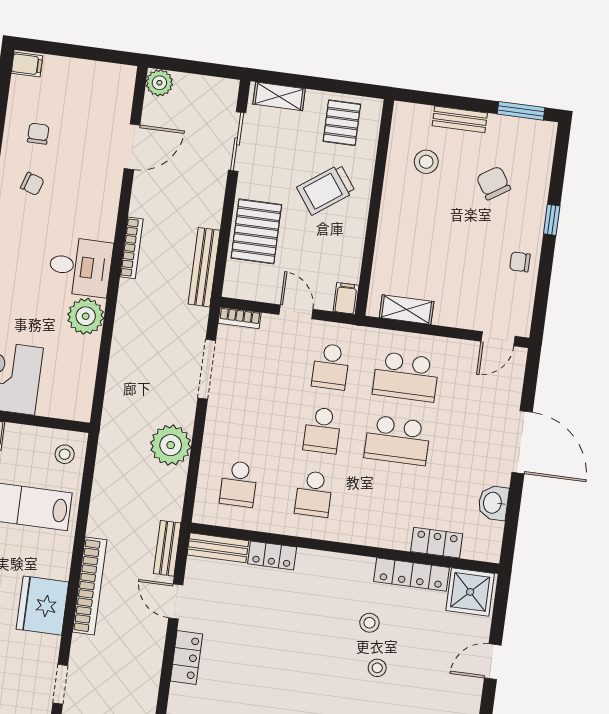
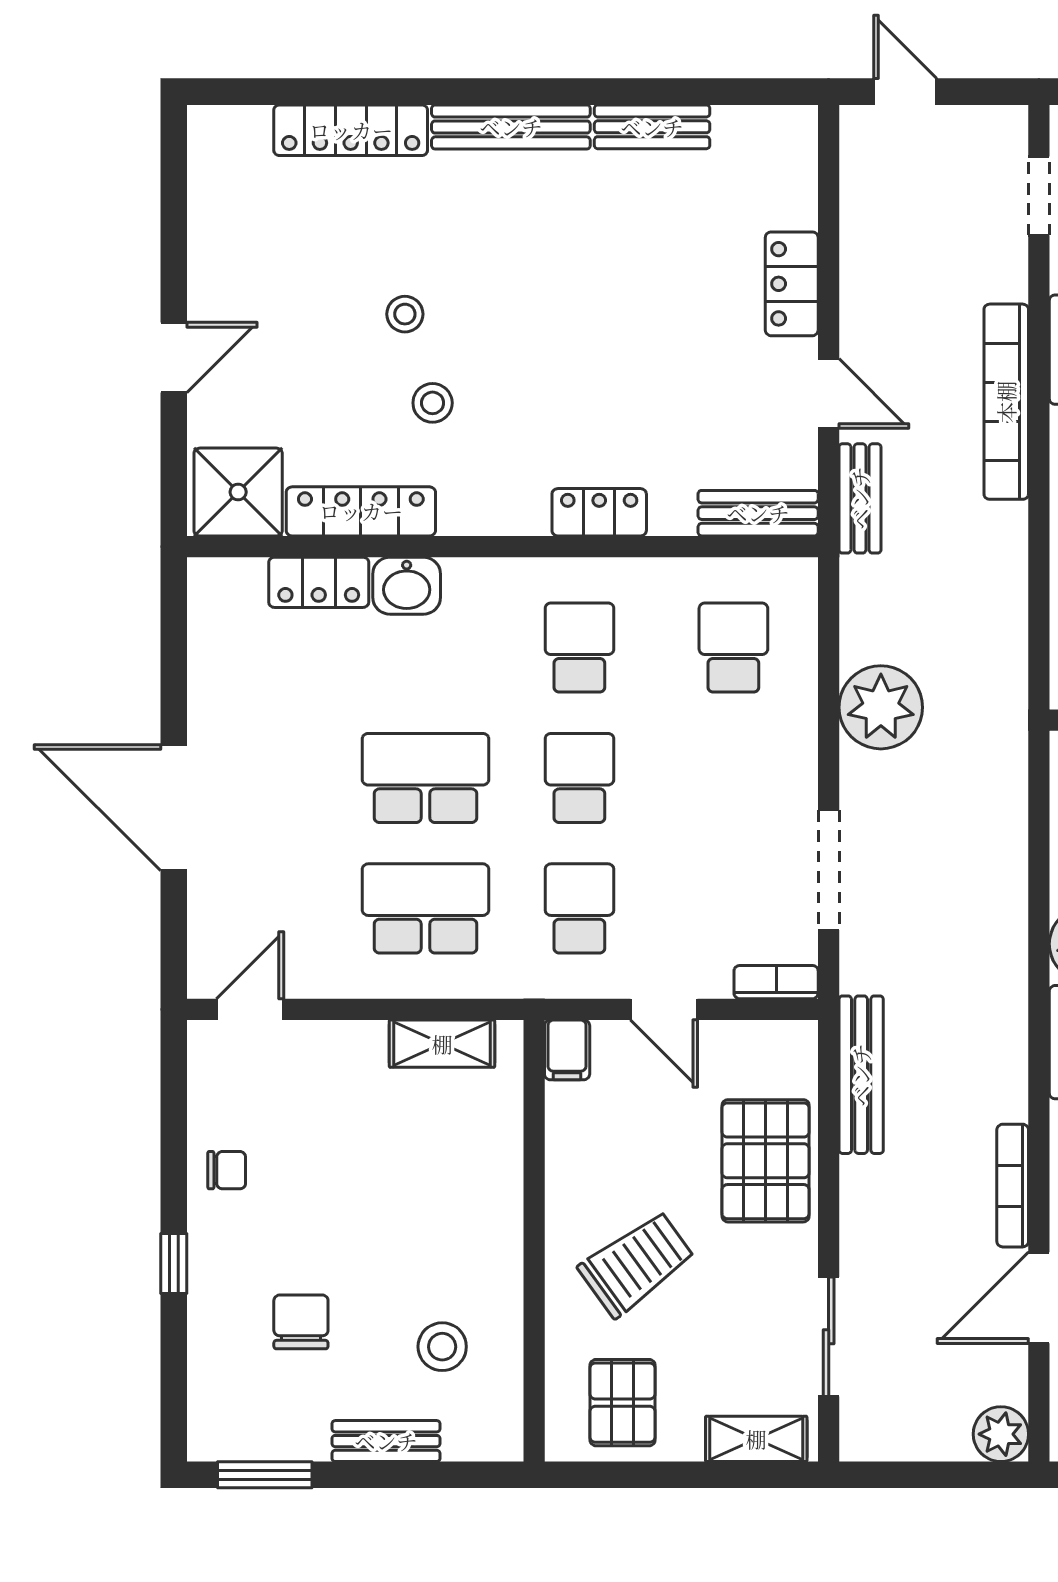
chair: (493, 183) -> (301, 1322), turned -147
bookcase: (131, 248) -> (1013, 1186), moved
washbasin: (493, 503) -> (407, 586), moved, turned 90
locker: (272, 555) -> (599, 512), moved

